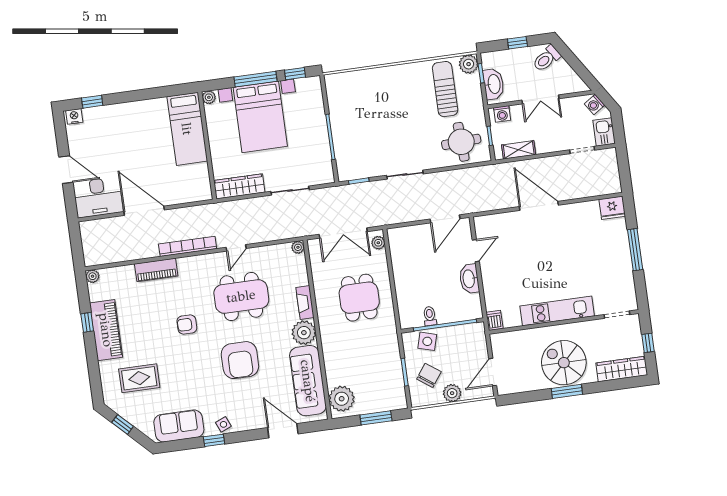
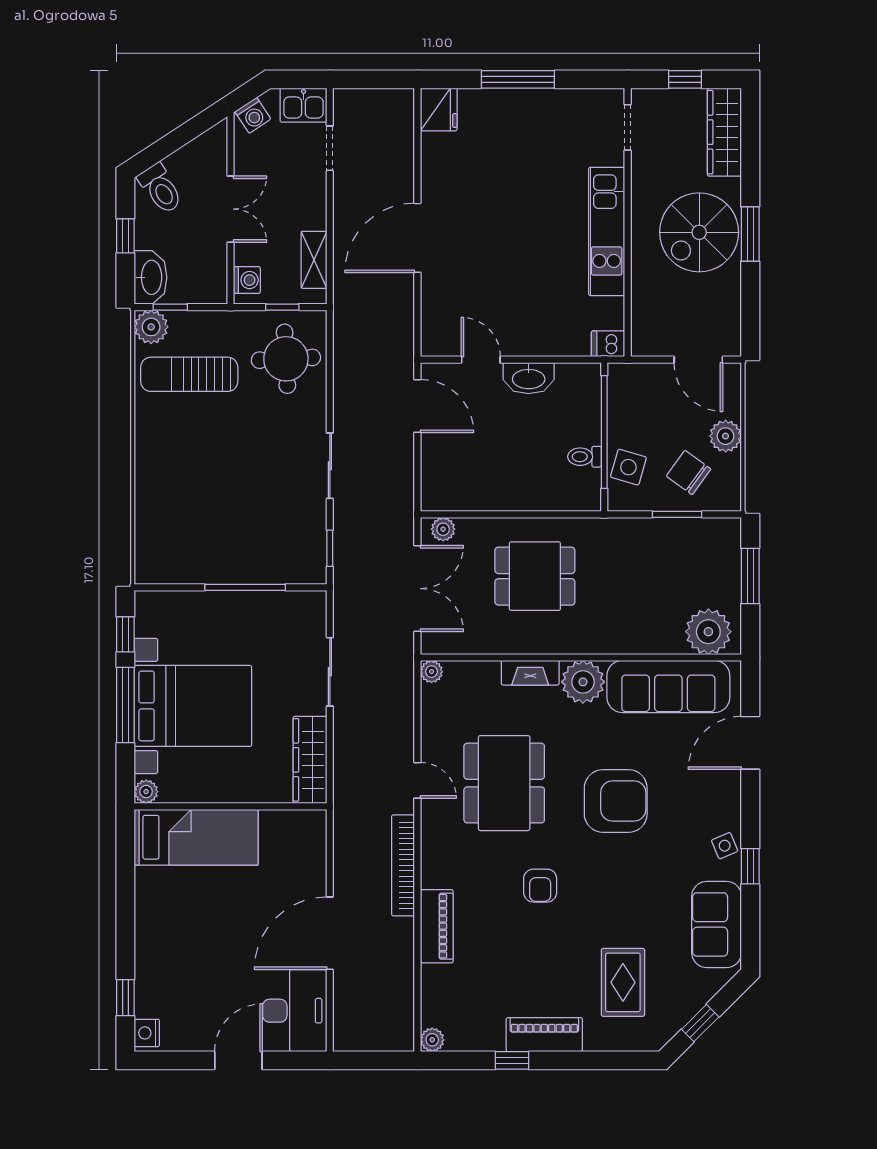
washbasin: (494, 84) -> (151, 277), moved, turned 90
piano: (106, 330) -> (544, 1035), width x0.73, depth x0.75

